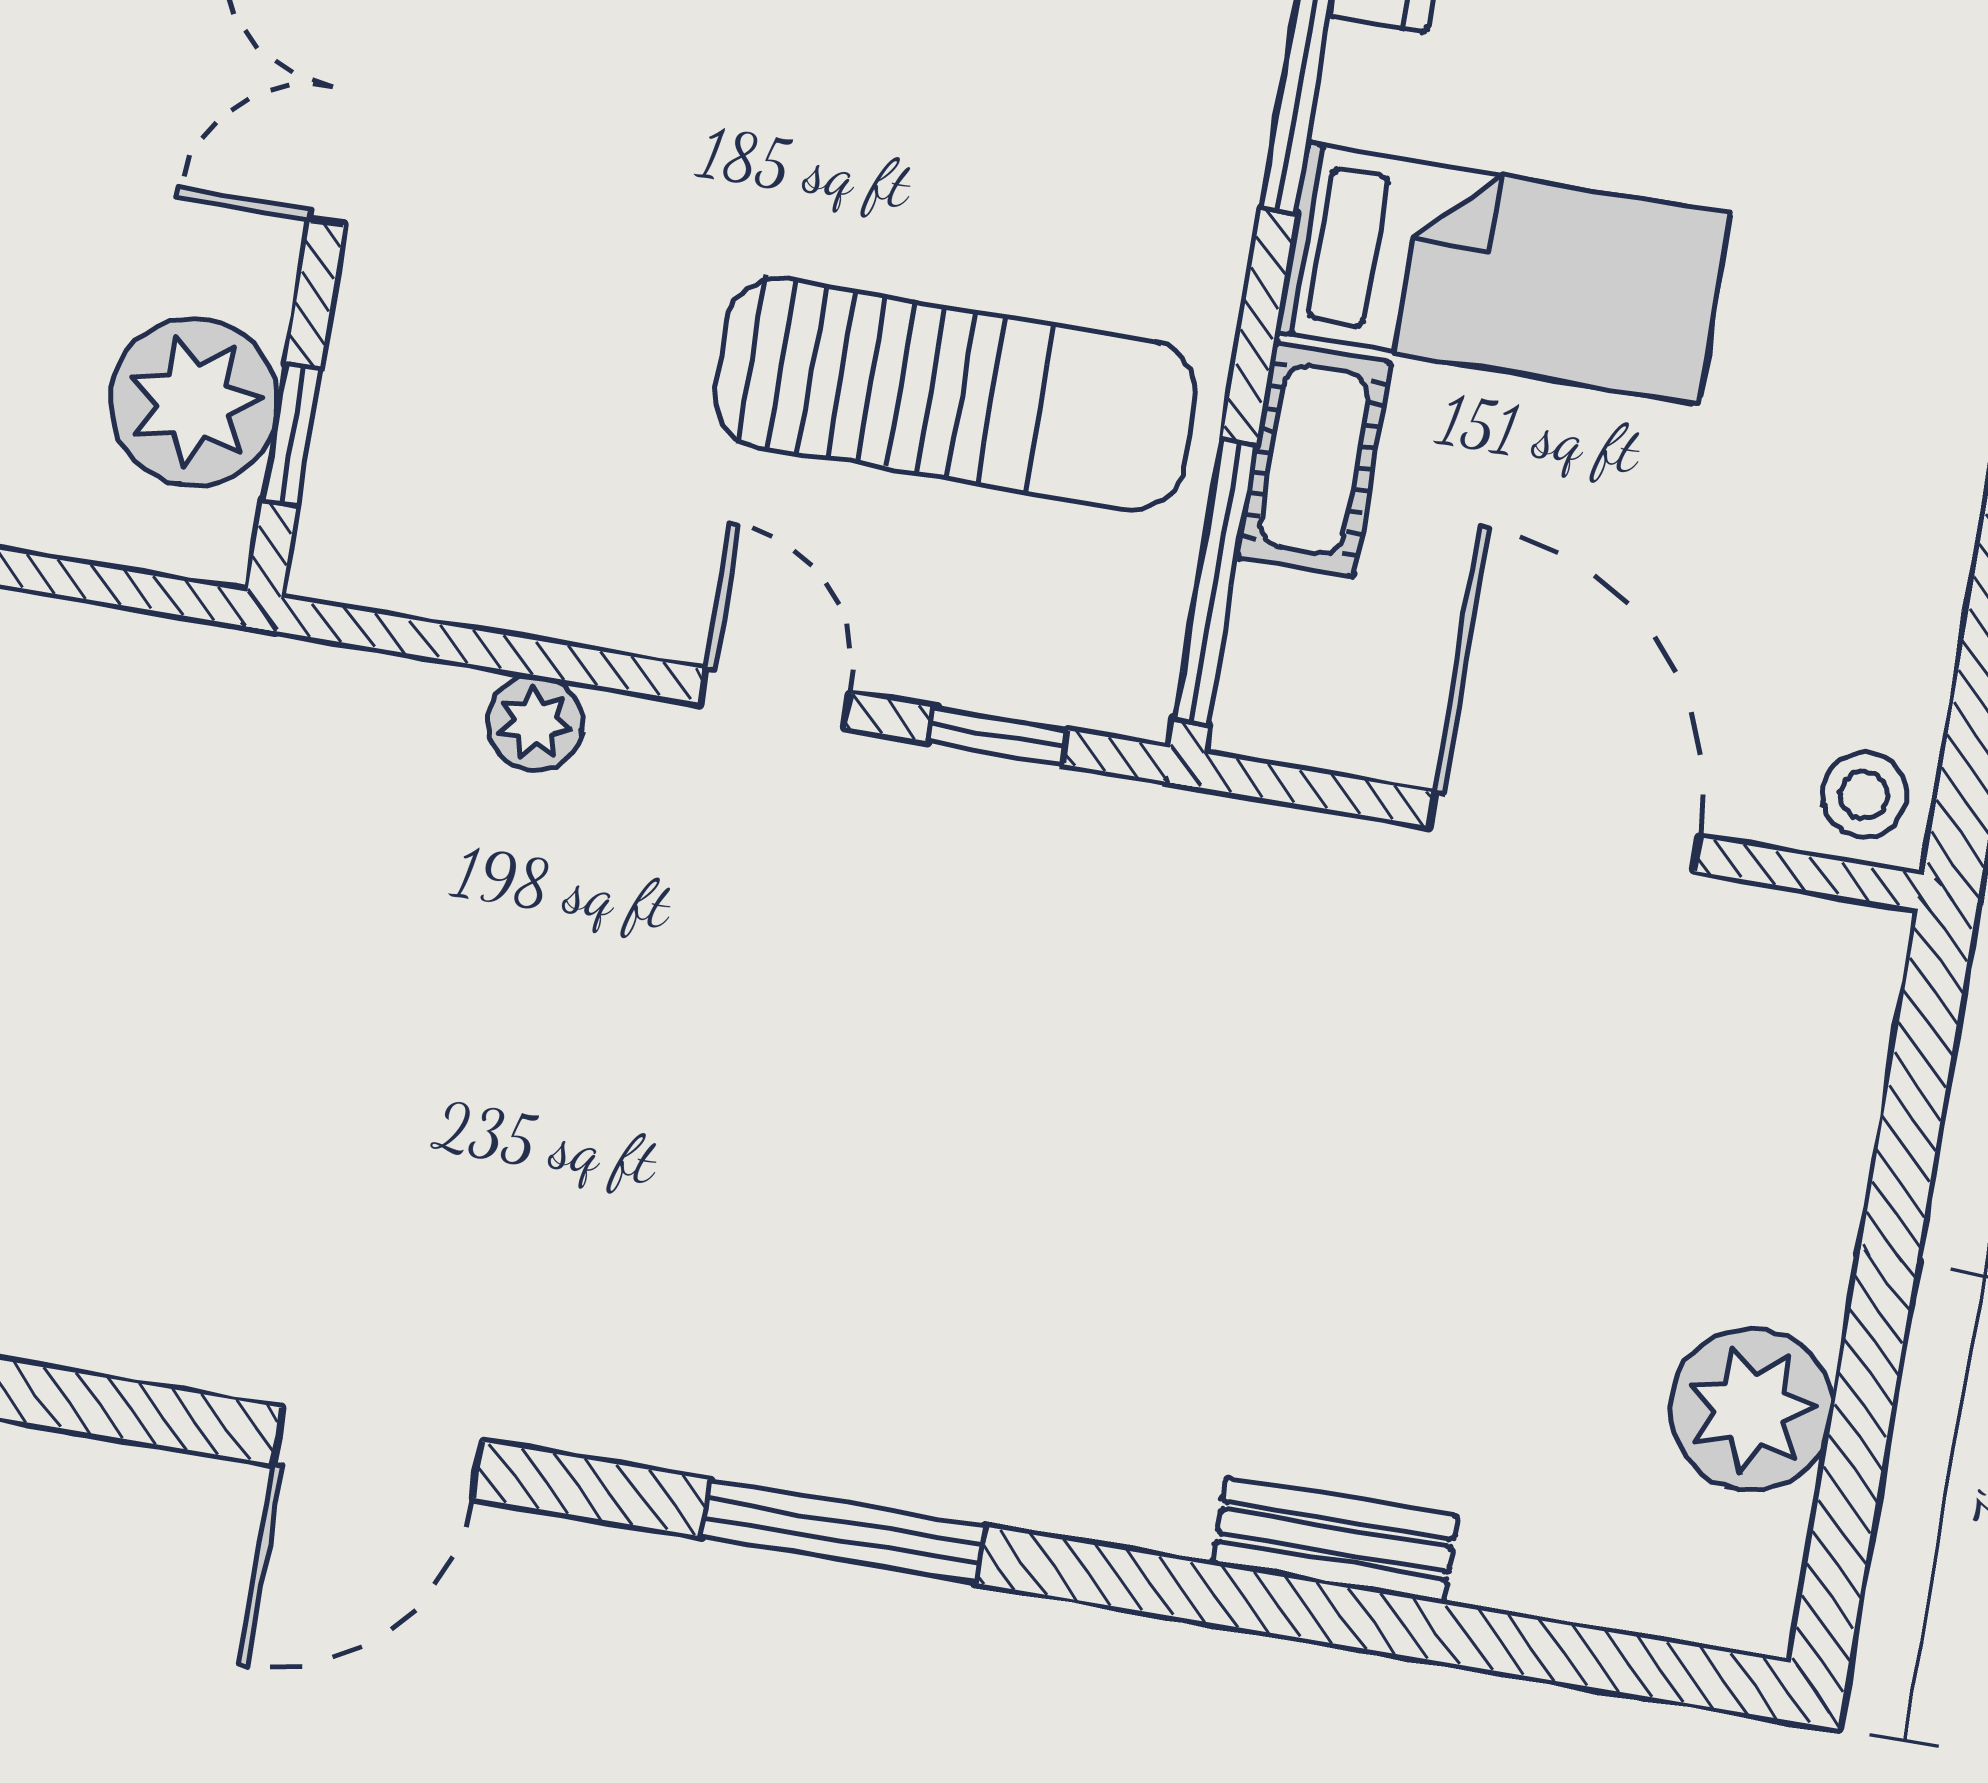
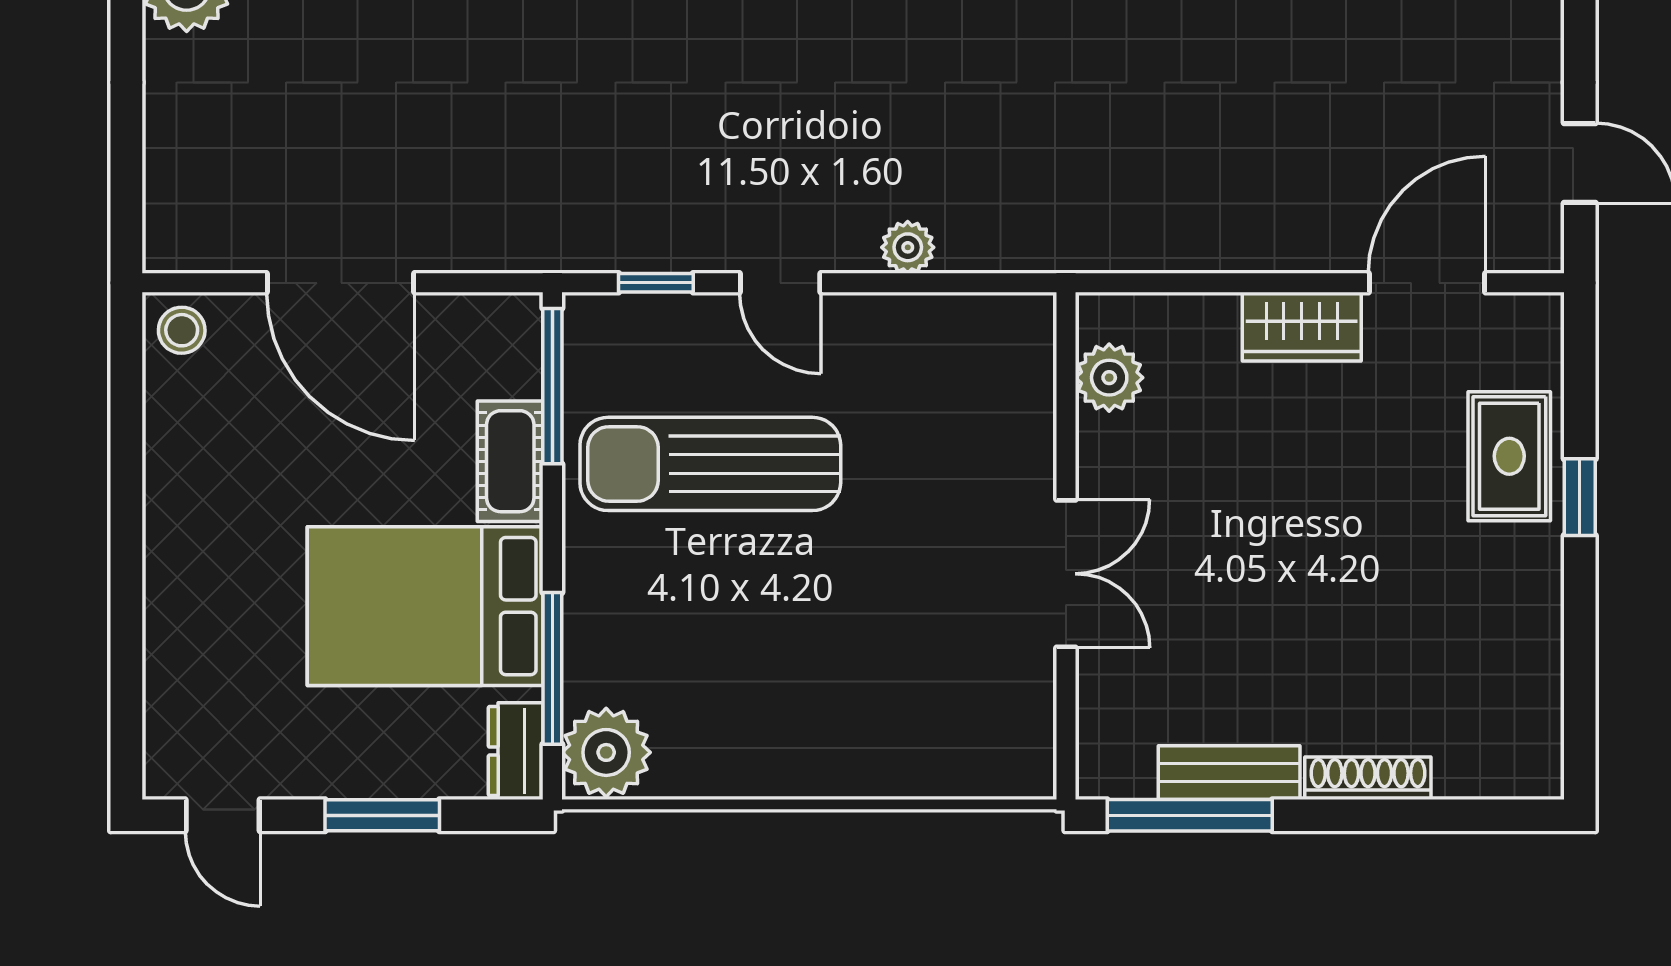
bed: (1503, 273) -> (425, 606), width x1.50
plant: (194, 402) -> (1109, 378), width x0.73, depth x0.73
window: (291, 435) -> (1066, 381), removed

